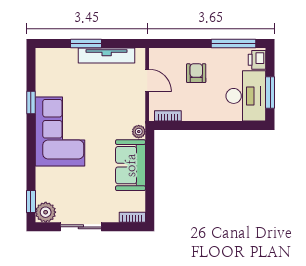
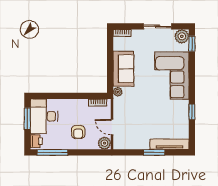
tv unit: (107, 56) -> (169, 144), moved
plant: (158, 57) -> (104, 143), added
corner sofa: (60, 132) -> (172, 76), moved

